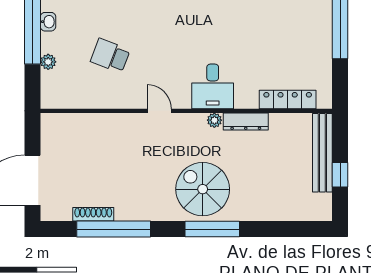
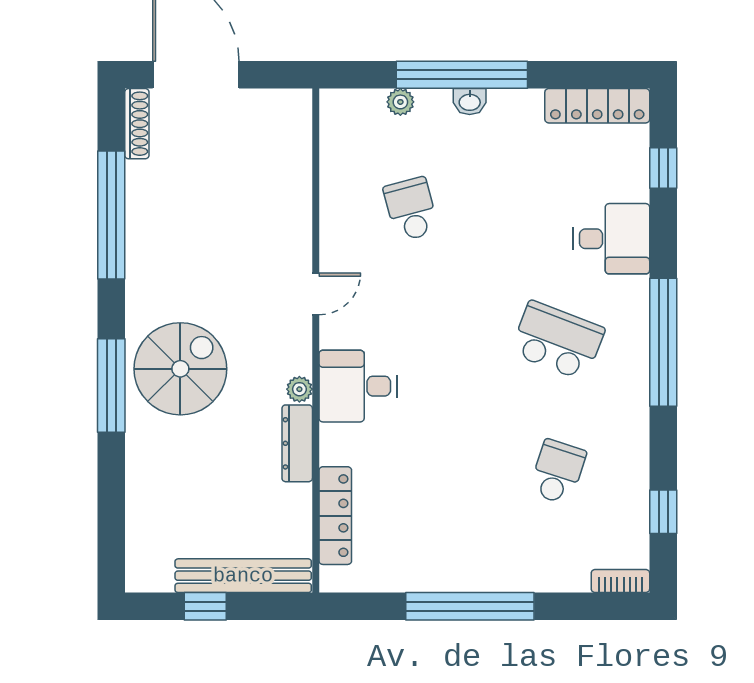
school desk: (110, 56) -> (411, 209), turned -36
shoe rack: (93, 214) -> (137, 124), moved

